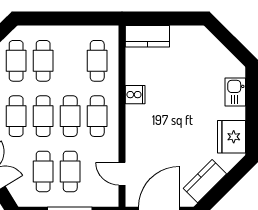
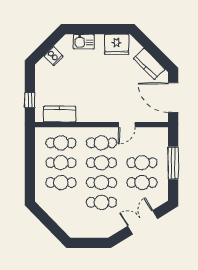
window: (156, 18) -> (30, 100), added
kitchen counter: (147, 36) -> (60, 114), moved, turned -90
cafe table: (16, 61) -> (61, 163), moved
cooker: (135, 95) -> (53, 56), moved, turned 135
door: (122, 174) -> (127, 125), moved

